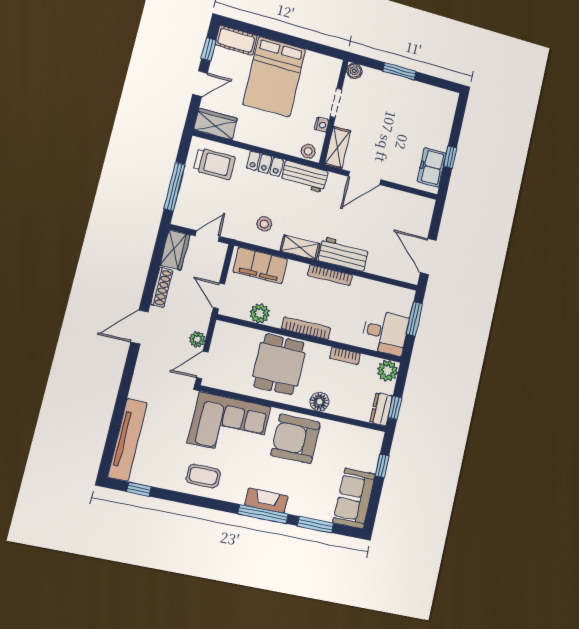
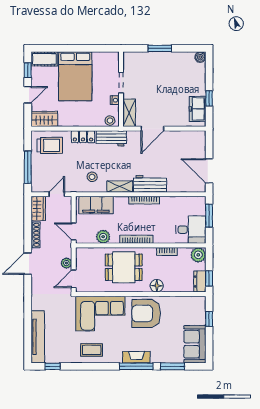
boiler: (354, 71) -> (200, 57), moved
dining table: (279, 364) -> (124, 267), turned 90

